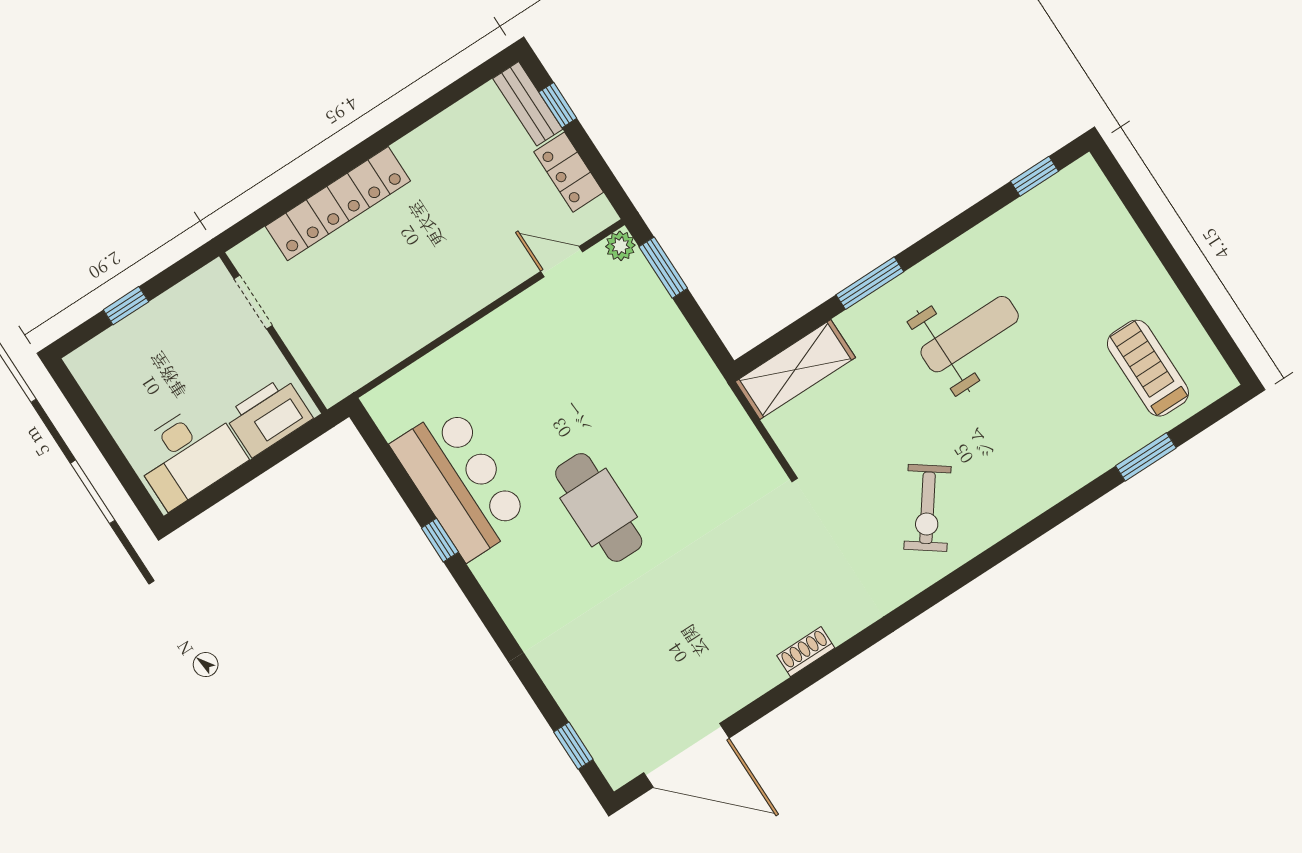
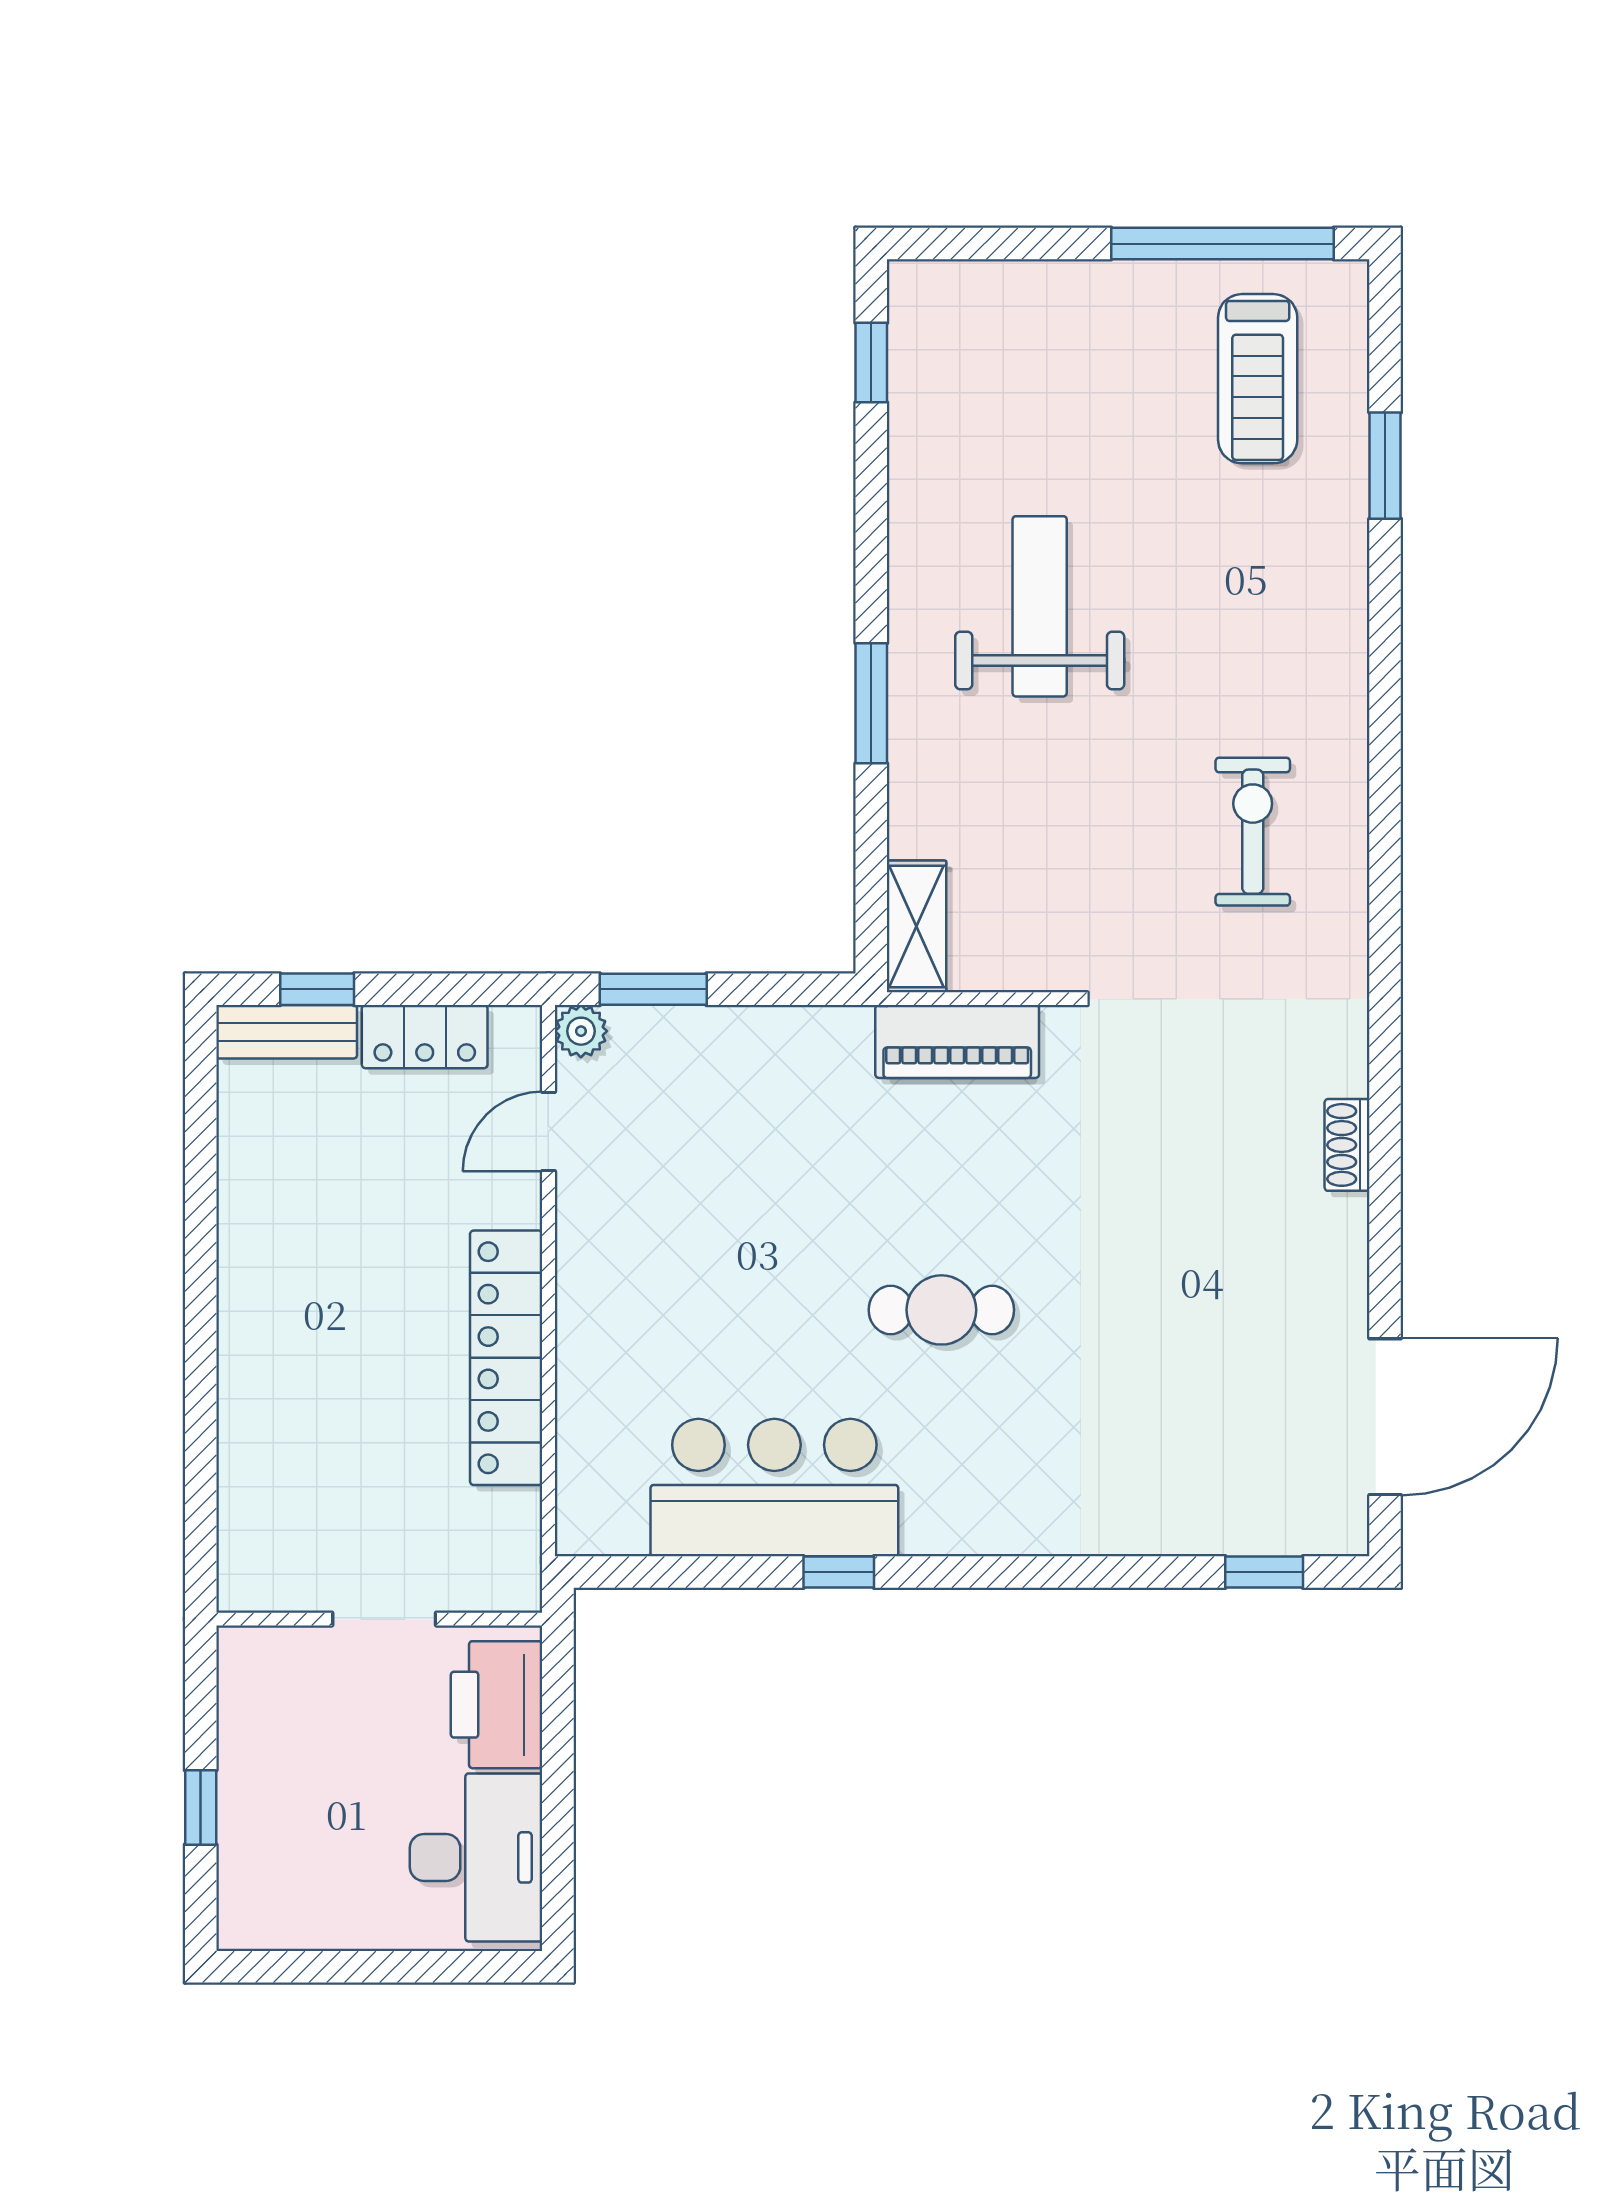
locker: (338, 204) -> (506, 1358), moved, turned 180
doorway: (253, 302) -> (384, 1619), moved
window: (1202, 309) -> (1222, 244), added
treadmill: (1148, 368) -> (1258, 379), turned -90
shelving: (795, 370) -> (917, 926), width x0.67, depth x0.75
piano: (733, 431) -> (957, 1041), added
cafe table: (599, 507) -> (941, 1310), width x0.73, depth x0.74
exercise bike: (928, 508) -> (1253, 832), turned -126

